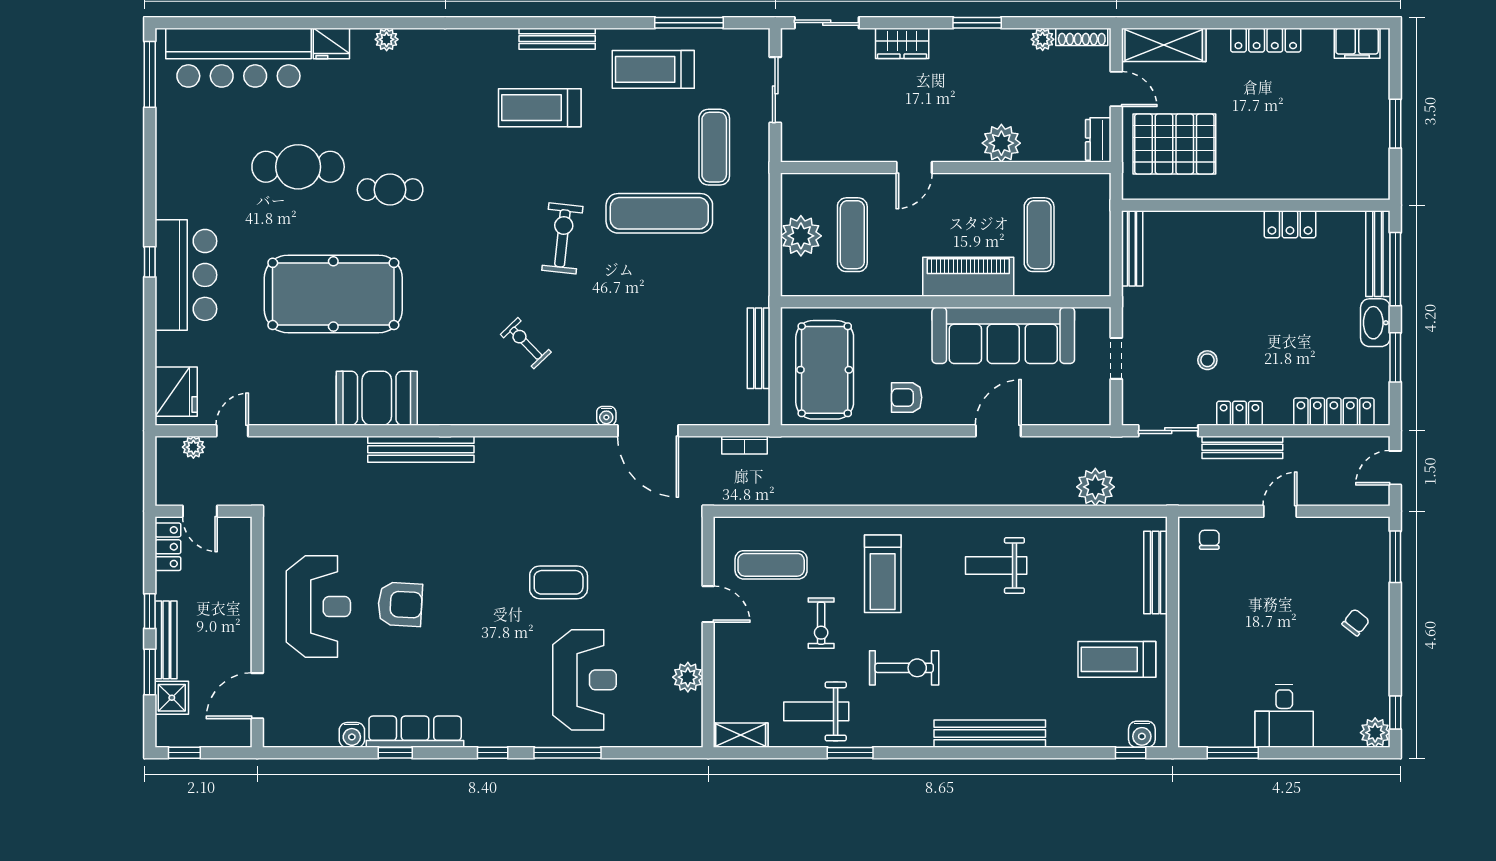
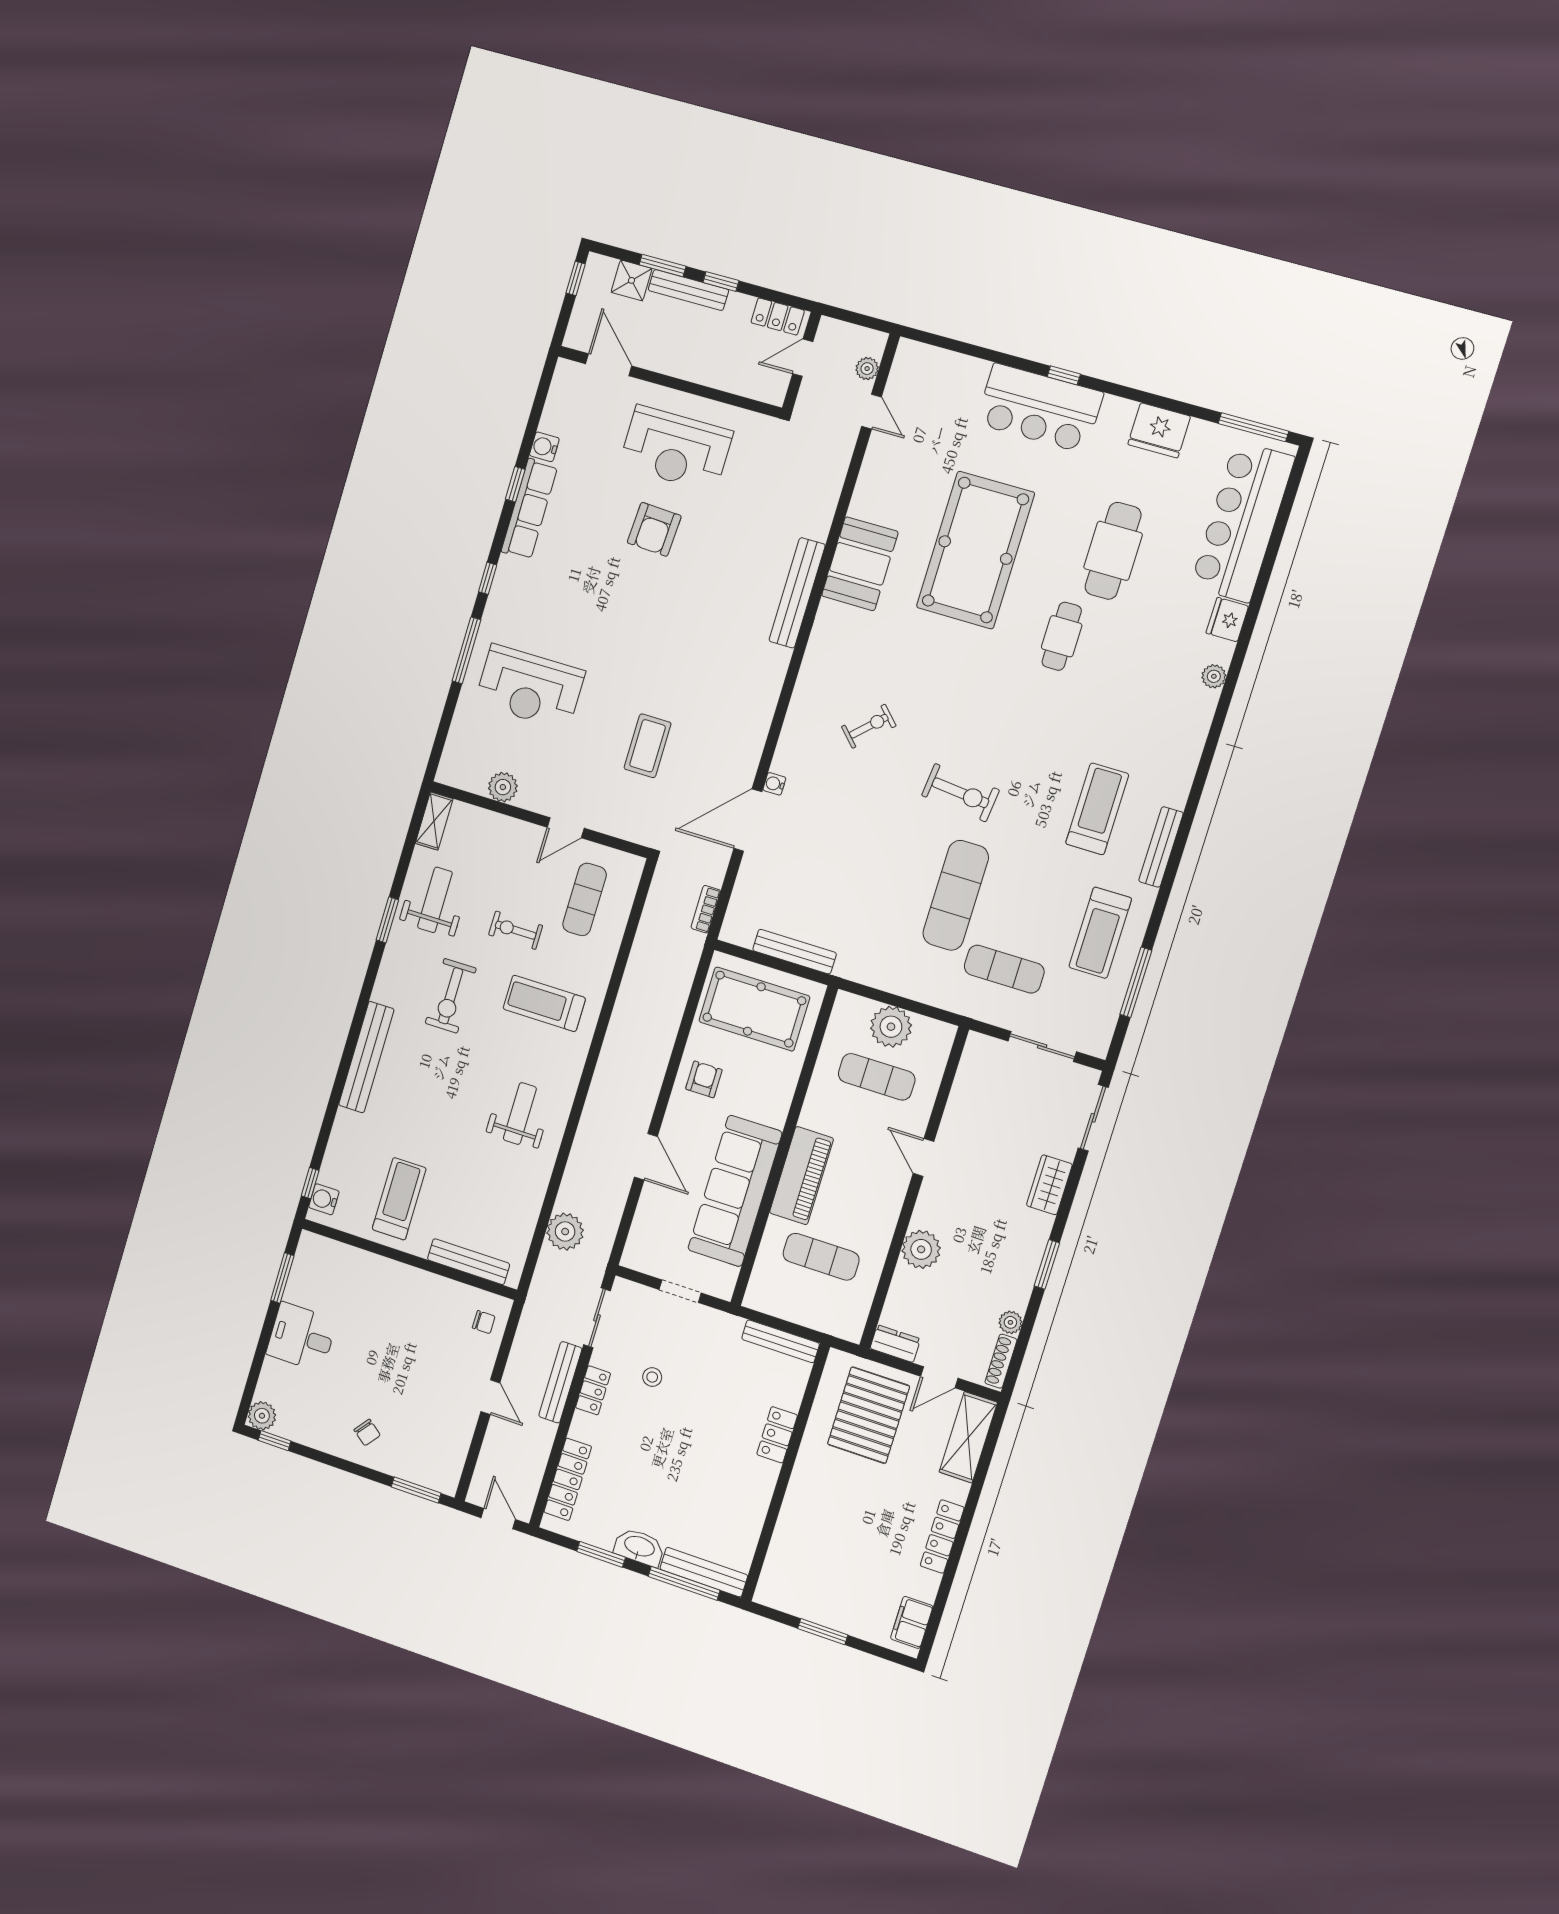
treadmill: (653, 69) -> (1100, 933), turned 180
locker: (1290, 224) -> (777, 1435), moved
fridge: (176, 392) -> (1159, 430), moved
coffee table: (559, 582) -> (648, 746), moved

